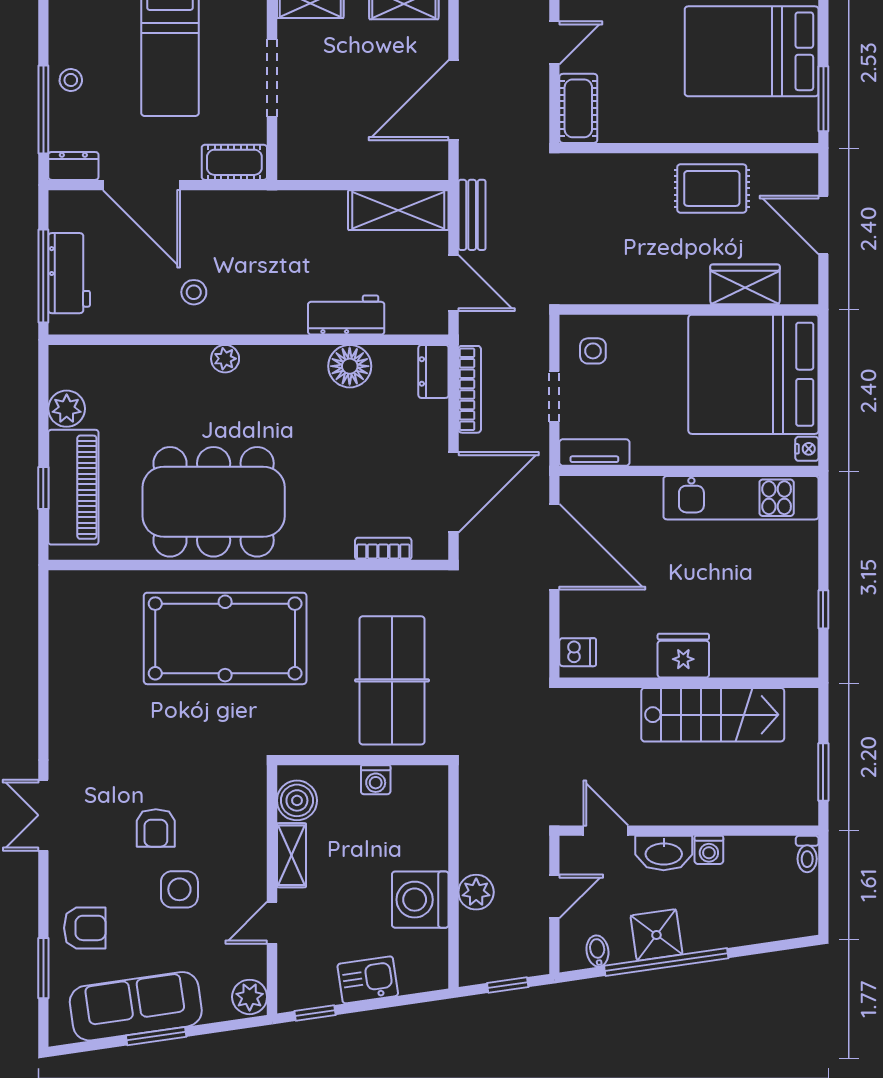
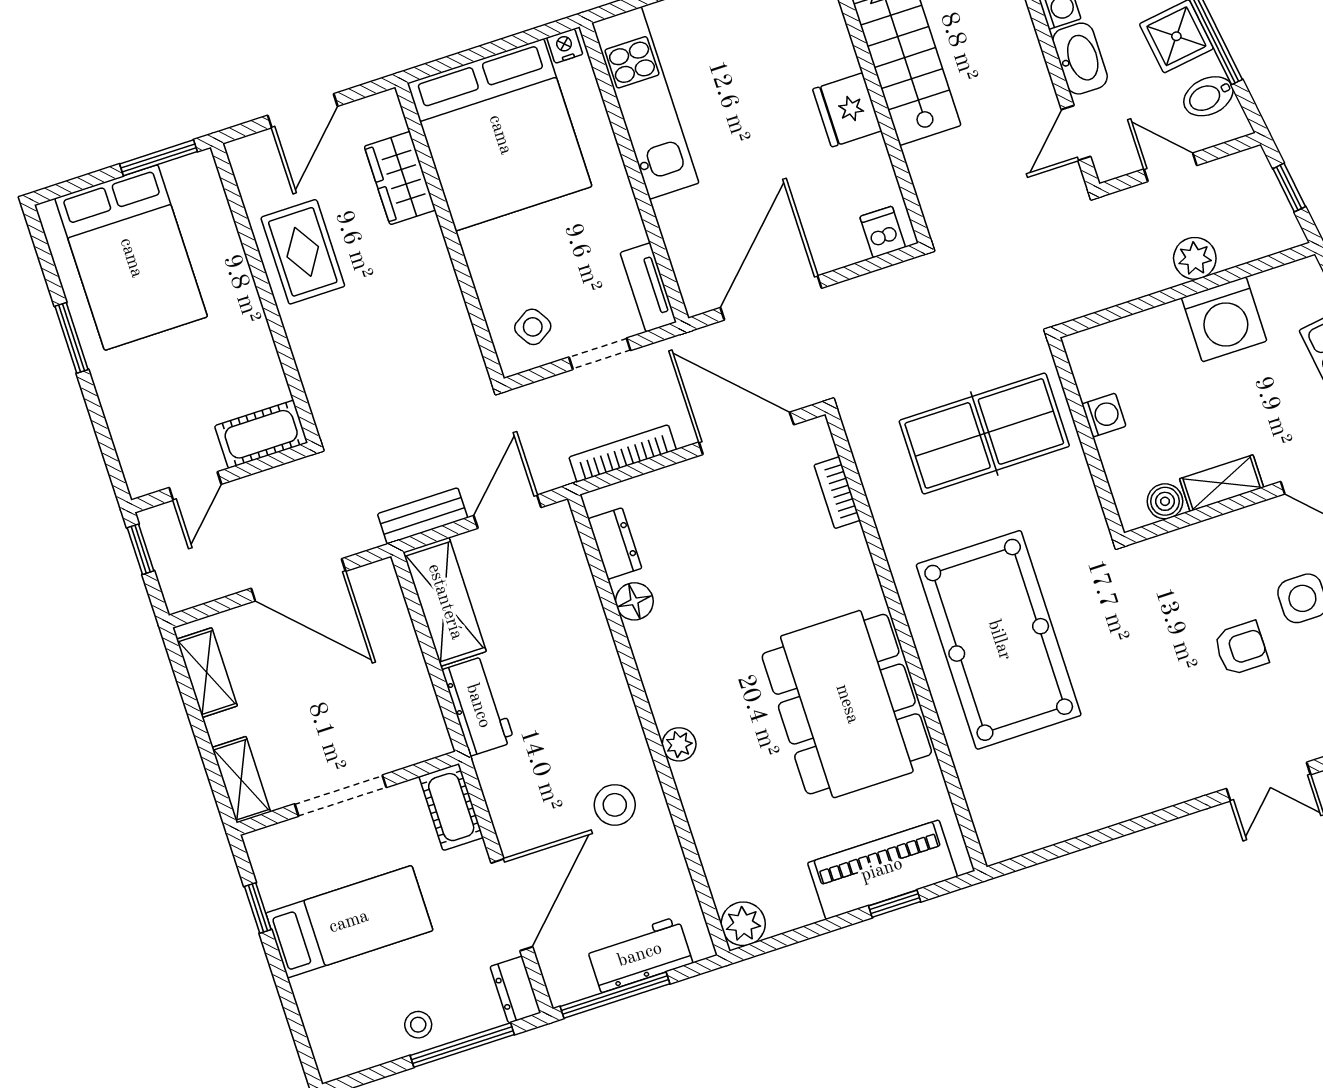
door: (554, 43) -> (195, 486), swing flipped
window: (43, 276) -> (615, 995), moved
stool: (194, 292) -> (615, 805), width x1.37, depth x1.37
workbench: (346, 315) -> (478, 706), moved, turned 180
side table: (593, 351) -> (533, 327), turned -32
floor lamp: (350, 366) -> (634, 601), width x0.73, depth x0.73
dresser: (433, 371) -> (615, 544), moved, turned -90
plant: (67, 409) -> (743, 924), moved
boiler: (297, 800) -> (1165, 501), width x0.73, depth x0.73
bidet: (597, 951) -> (1208, 96), width x1.38, depth x1.36

